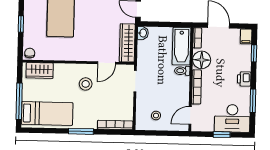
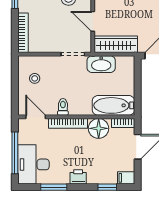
washbasin: (143, 33) -> (101, 64), moved, width x1.91, depth x1.45
toilet: (182, 71) -> (63, 107), moved
window: (222, 135) -> (15, 153), width x2.17

